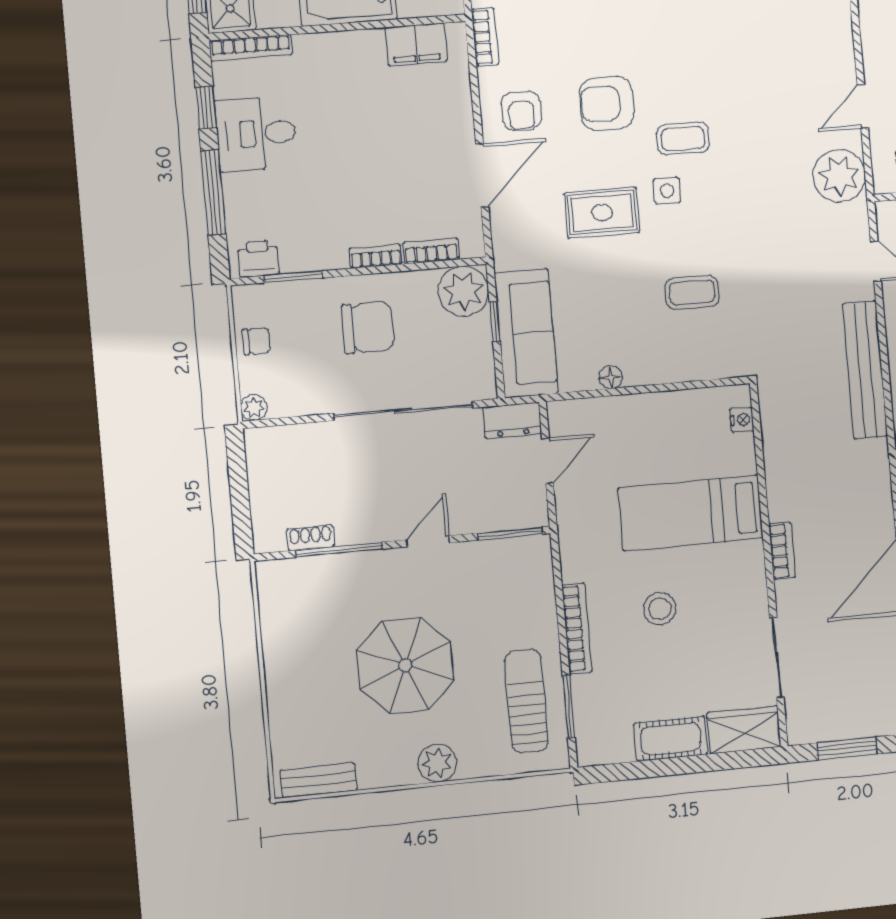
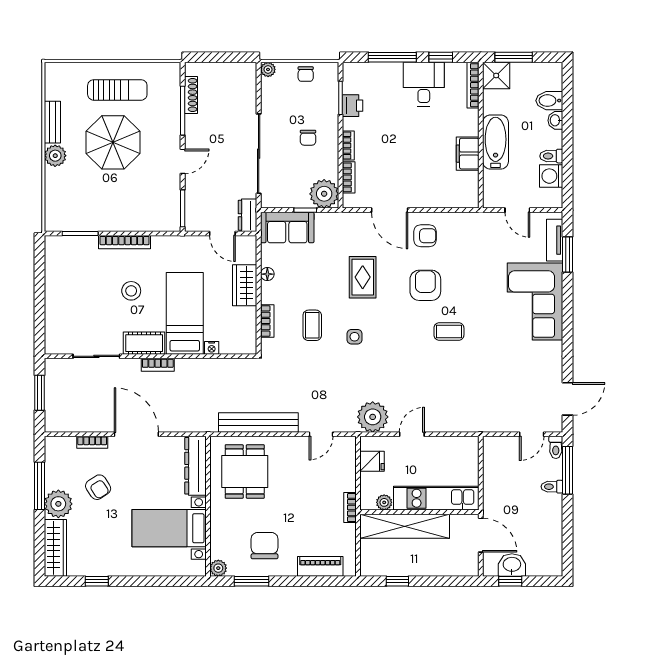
bookcase: (485, 37) -> (267, 321), moved, turned -90
filing cabinet: (416, 45) -> (468, 154), moved
door: (863, 106) -> (412, 434), hinge flipped
armchair: (521, 111) -> (425, 236), turned 180
coffee table: (683, 139) -> (449, 331), moved, turned 90
side table: (667, 191) -> (355, 337), moved
printer: (258, 259) -> (352, 106), moved
chair: (368, 327) -> (308, 138), width x0.54, depth x0.54
sofa: (526, 333) -> (287, 228), width x0.73
nightstand: (742, 420) -> (212, 348), moved
shoe rack: (310, 538) -> (191, 95), width x1.43
door: (428, 541) -> (183, 161), hinge flipped
sun lounger: (526, 701) -> (117, 90), moved
wardrobe: (744, 730) -> (245, 285), moved, turned 180
cot: (671, 739) -> (144, 343), moved, turned 90
bench: (319, 780) -> (52, 122), moved

